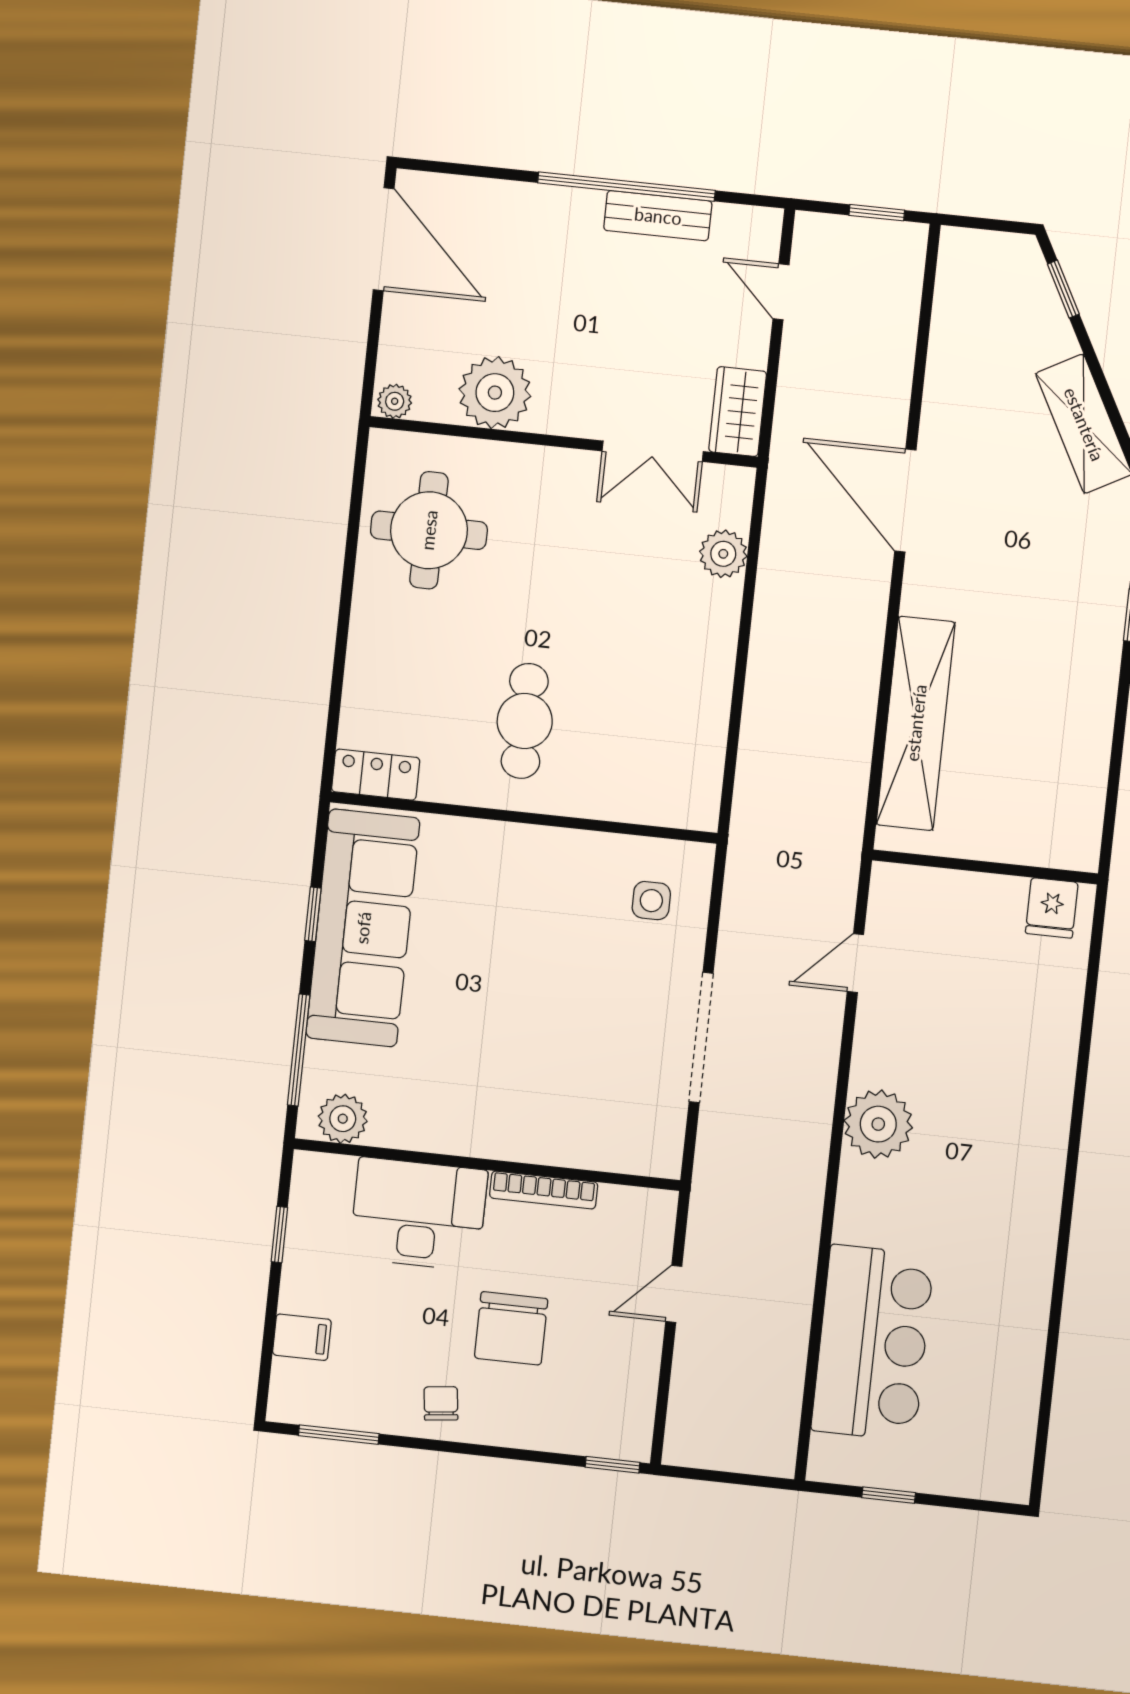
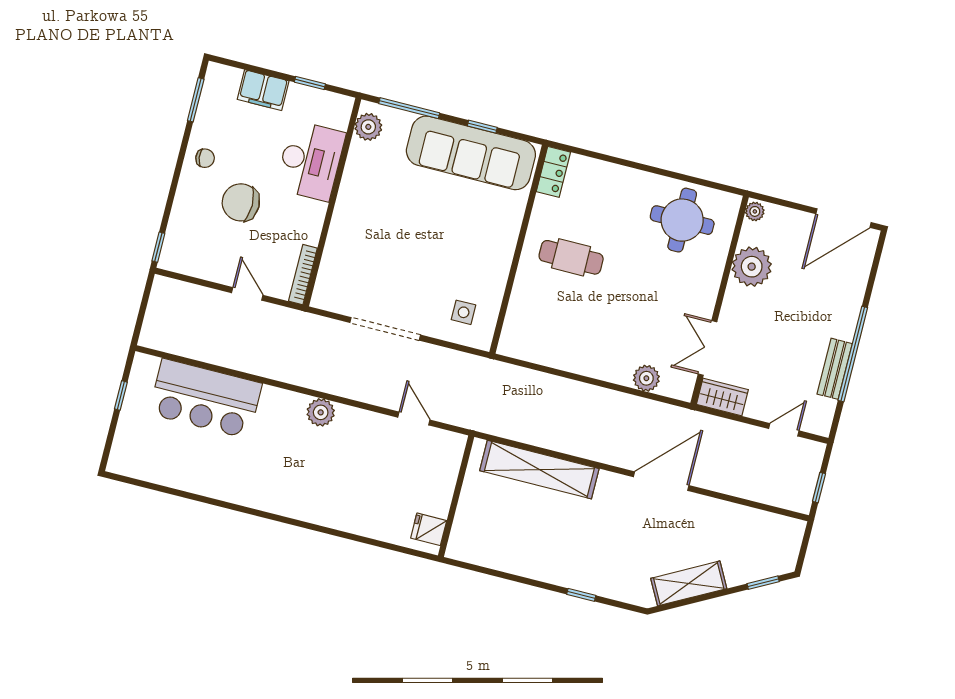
plant: (878, 1124) -> (321, 412), width x0.73, depth x0.73
bookcase: (544, 1190) -> (303, 275), moved
filing cabinet: (302, 1337) -> (263, 90), width x2.00

